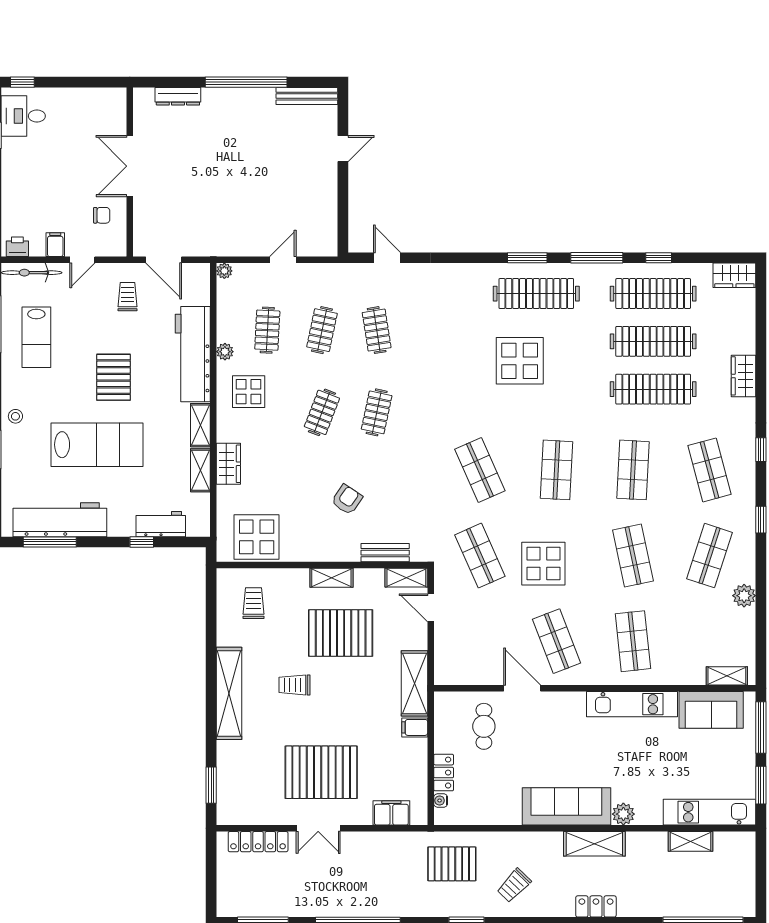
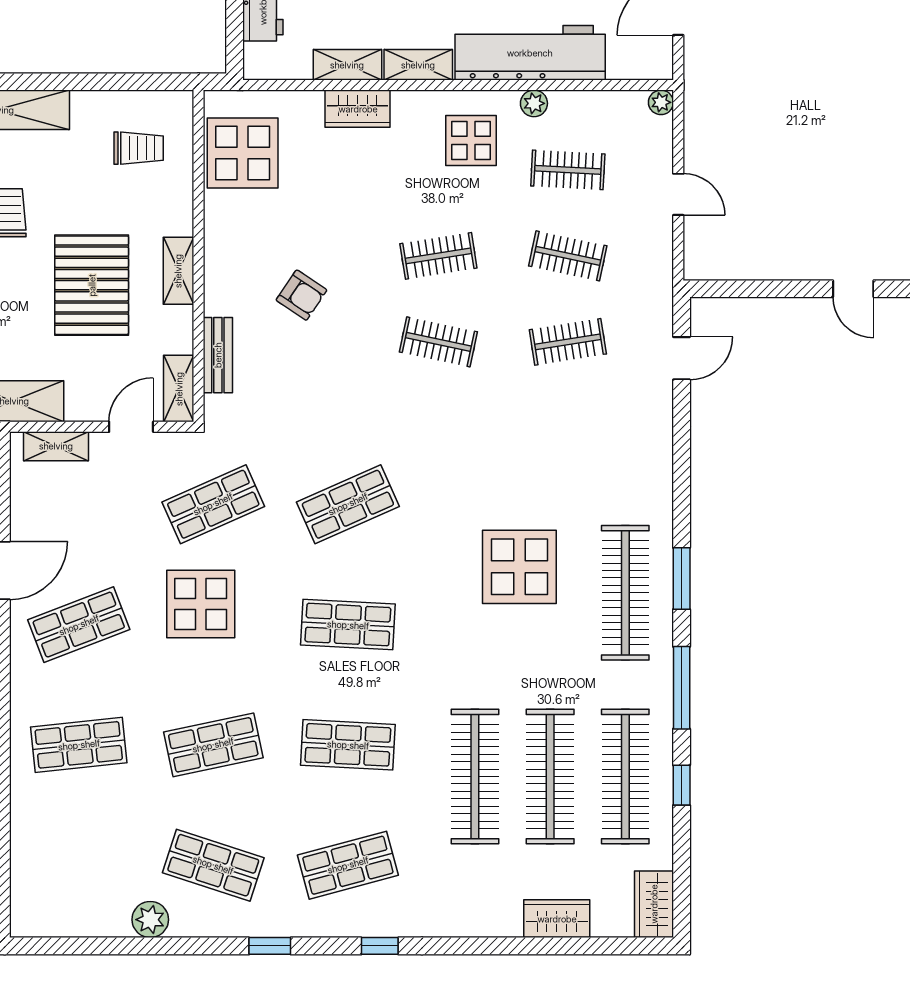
wardrobe: (743, 376) -> (557, 919), moved
clothes rail: (322, 412) -> (438, 256), turned -30
shelving: (727, 676) -> (56, 446), moved, turned 90

